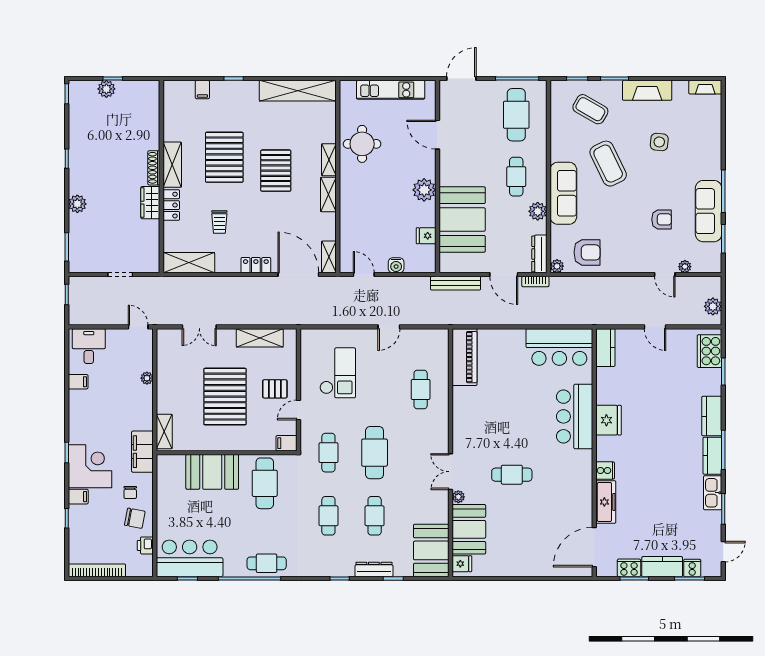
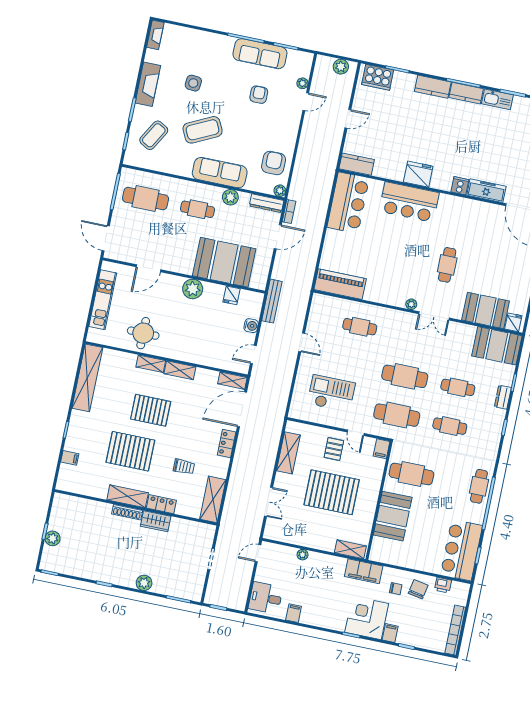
bench: (456, 283) -> (272, 301), moved
cafe table: (328, 453) -> (397, 415), width x1.37, depth x1.35
plant: (458, 497) -> (411, 304), moved
dresser: (374, 569) -> (503, 397), width x0.70

